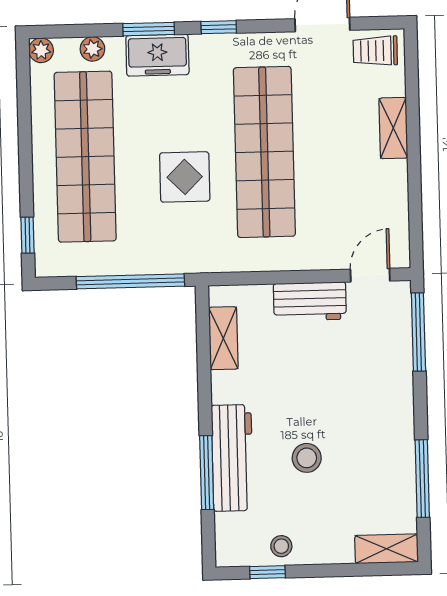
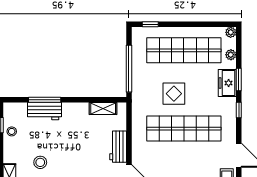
workbench: (232, 458) -> (44, 111), width x0.73
stool: (307, 458) -> (40, 162), moved

